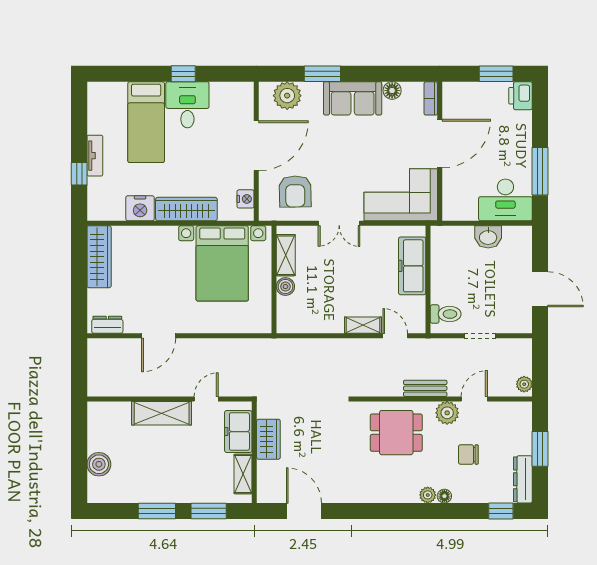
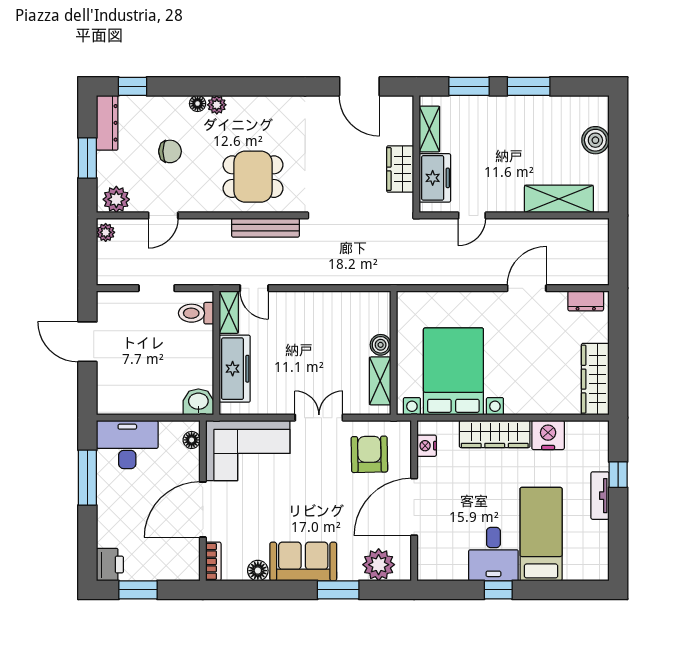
floor lamp: (450, 204) -> (192, 440), added
washbasin: (488, 237) -> (198, 402), moved
shelving: (363, 325) -> (229, 312), moved, turned 90
bench: (425, 388) -> (266, 228), moved, width x1.36
shelving: (162, 413) -> (559, 199), moved
plant: (447, 413) -> (116, 199), moved

